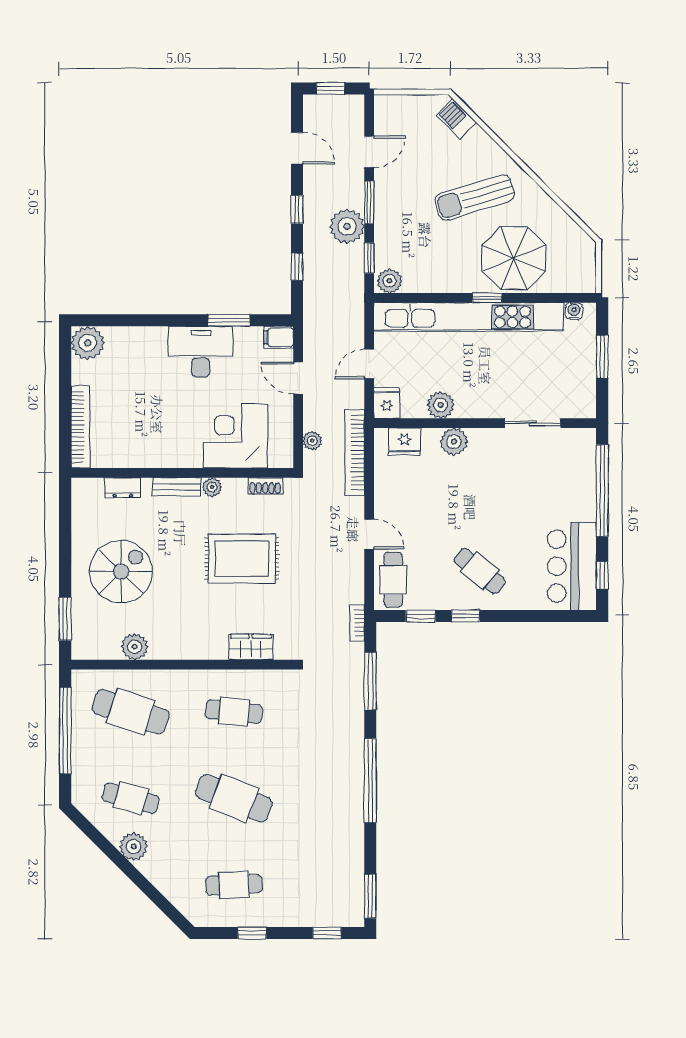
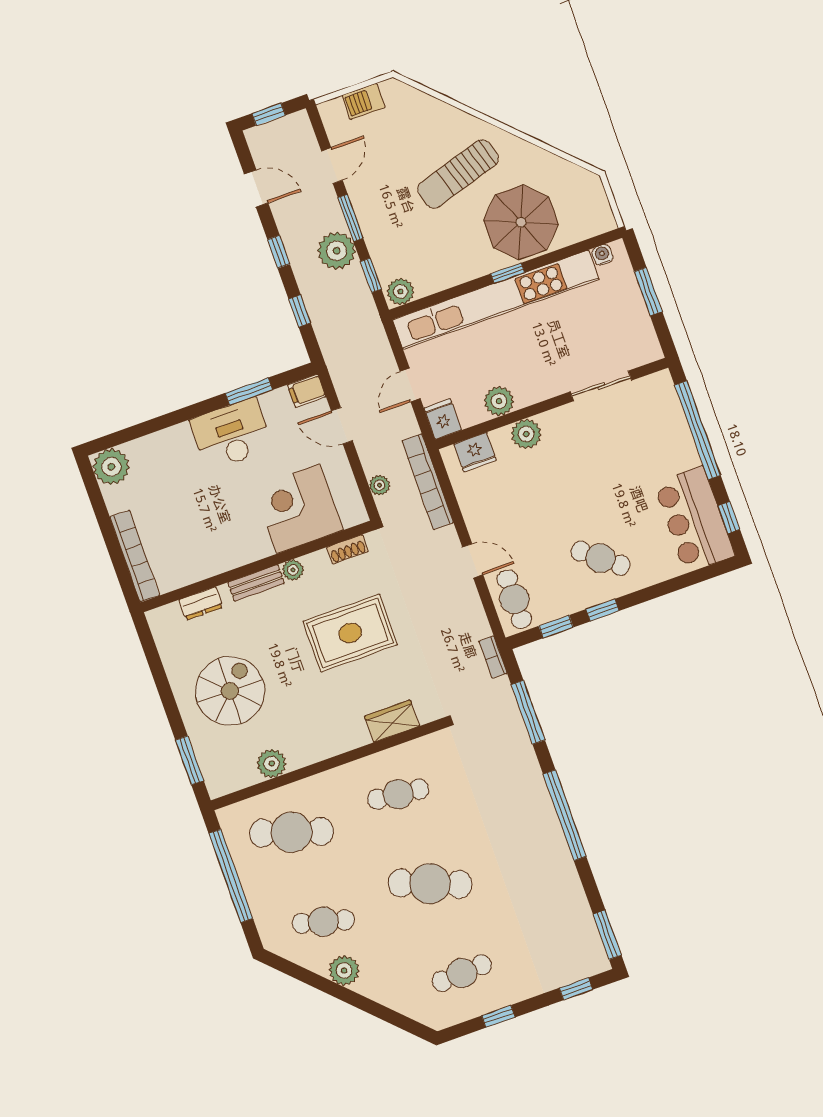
barbecue: (456, 119) -> (363, 101), moved, turned -45

